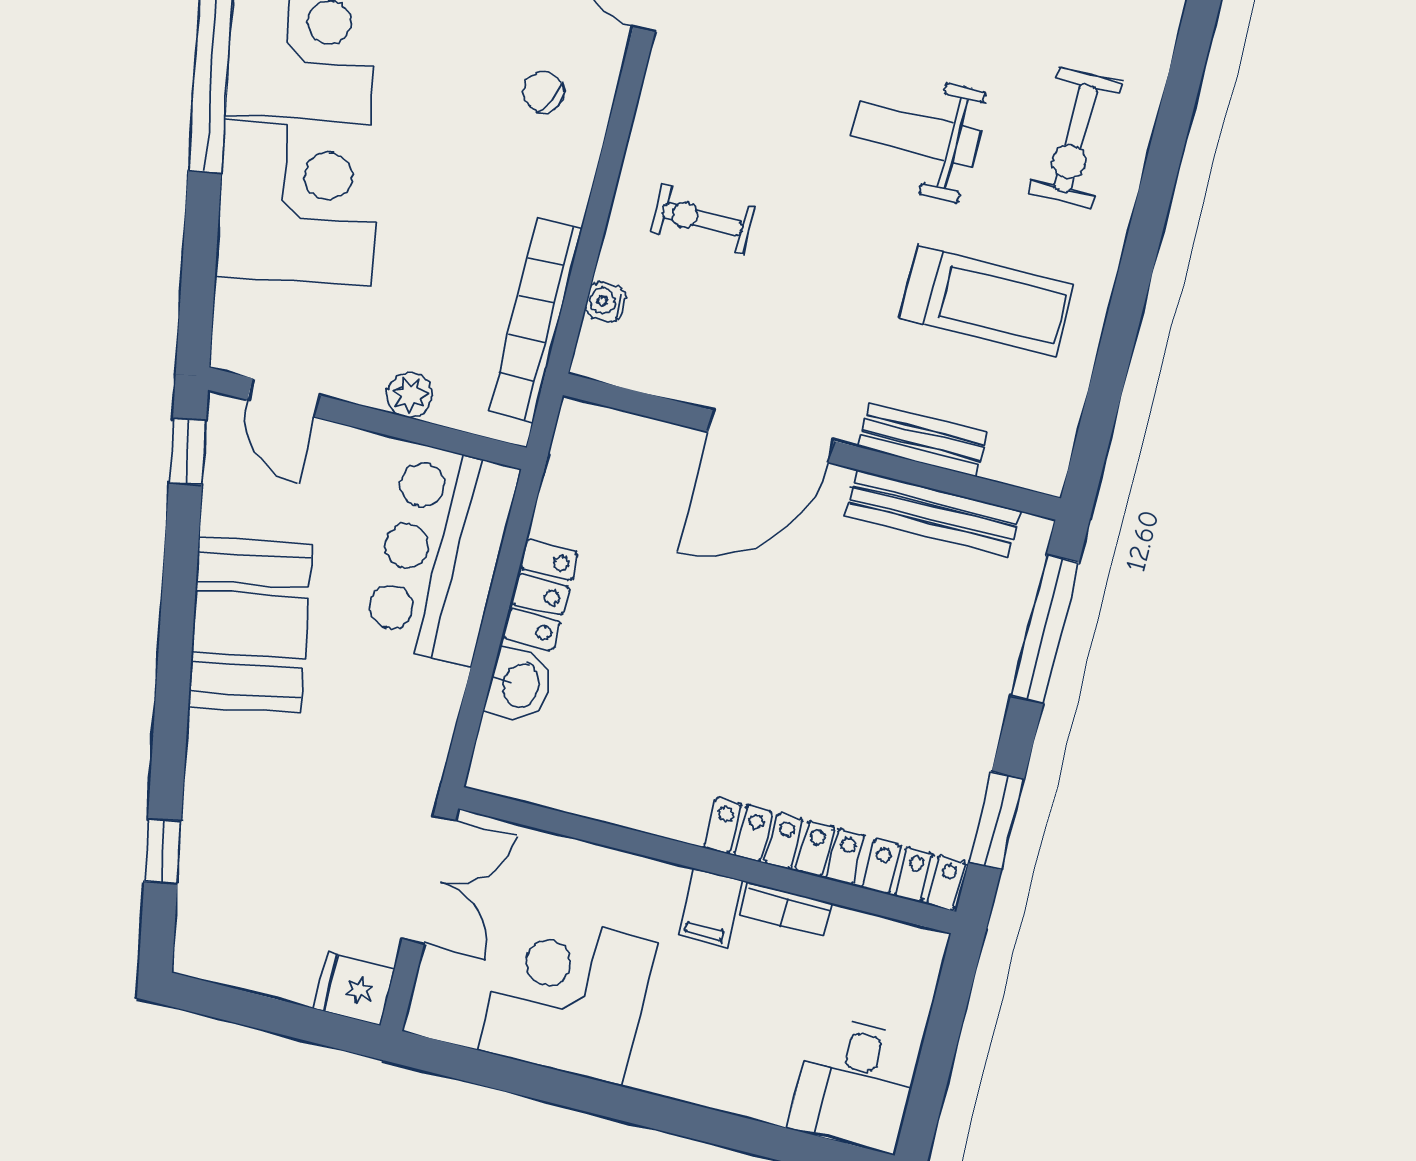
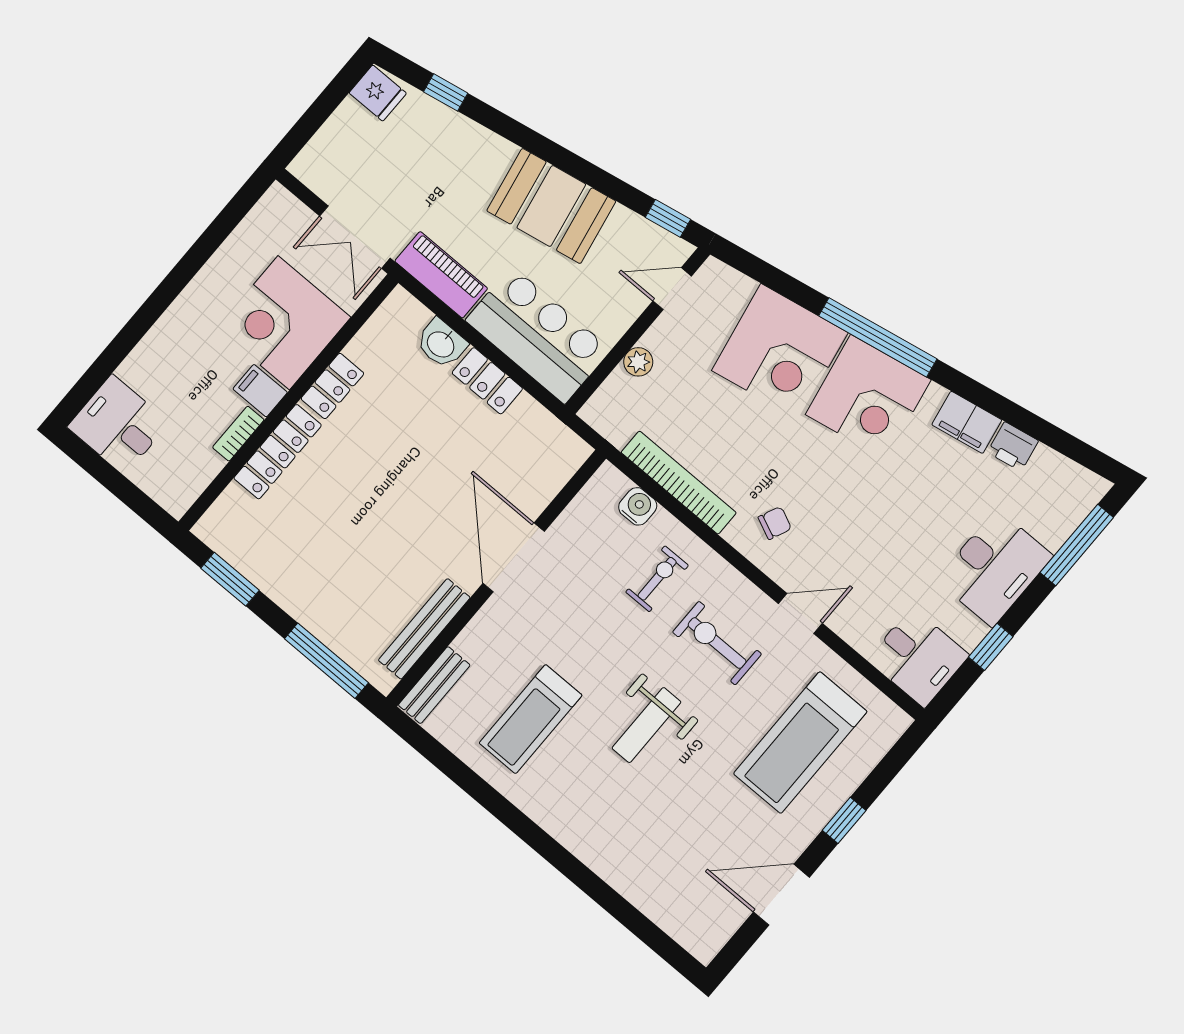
weight bench: (916, 134) -> (647, 725), turned 180
exercise bike: (1075, 138) -> (717, 643), moved
water cooler: (605, 302) -> (638, 506), width x1.38, depth x1.38
bookcase: (536, 320) -> (679, 483), moved
bench: (923, 440) -> (434, 685), moved
piano: (423, 732) -> (441, 275), added
locker: (914, 875) -> (332, 386), moved
fridge: (354, 989) -> (378, 93), moved, turned 90
corner desk: (568, 996) -> (284, 323), moved, turned 180

